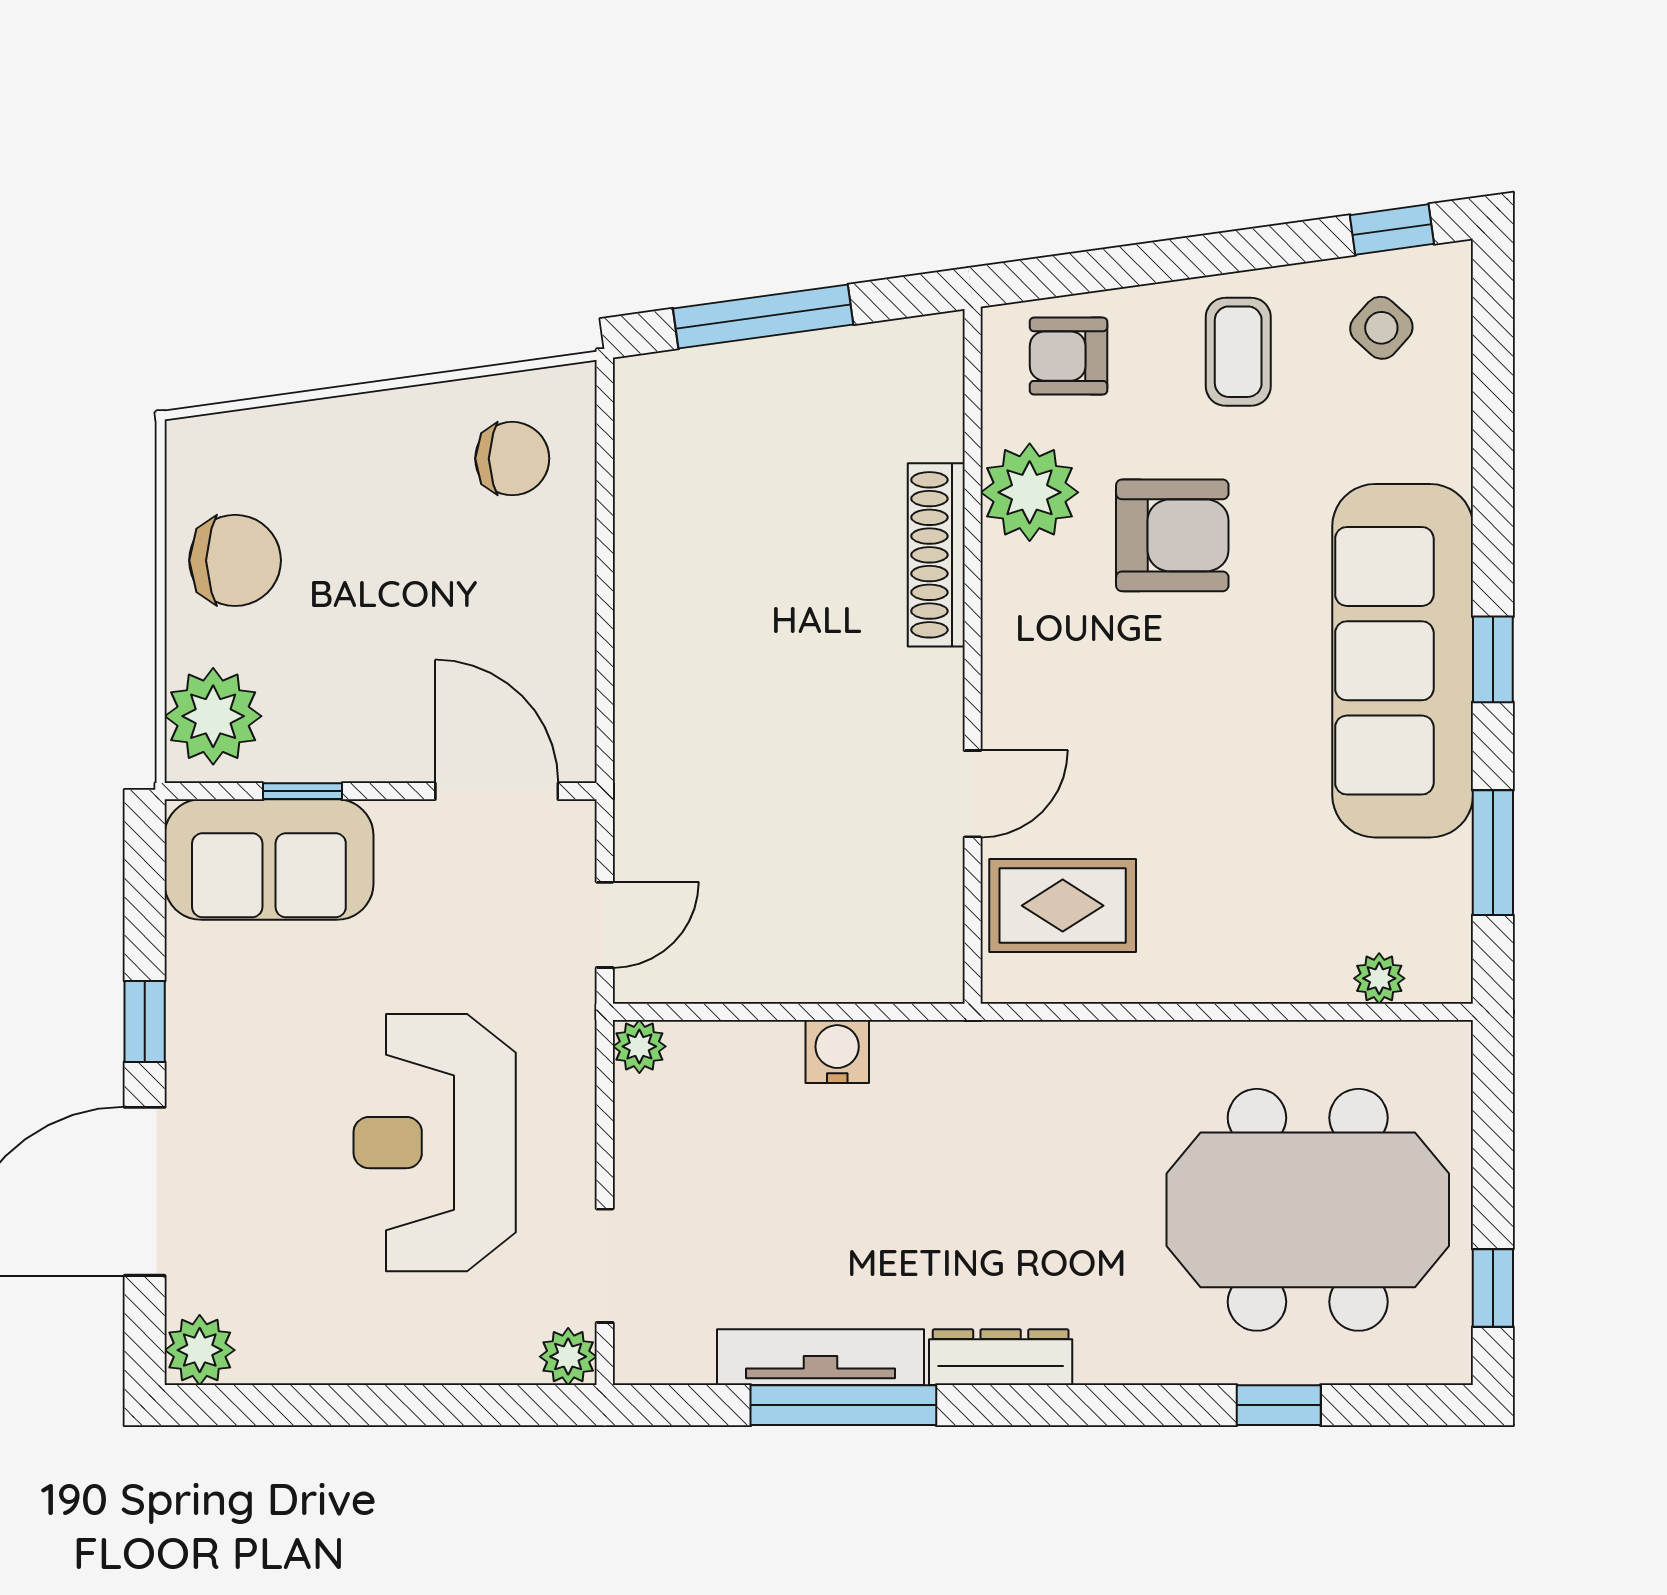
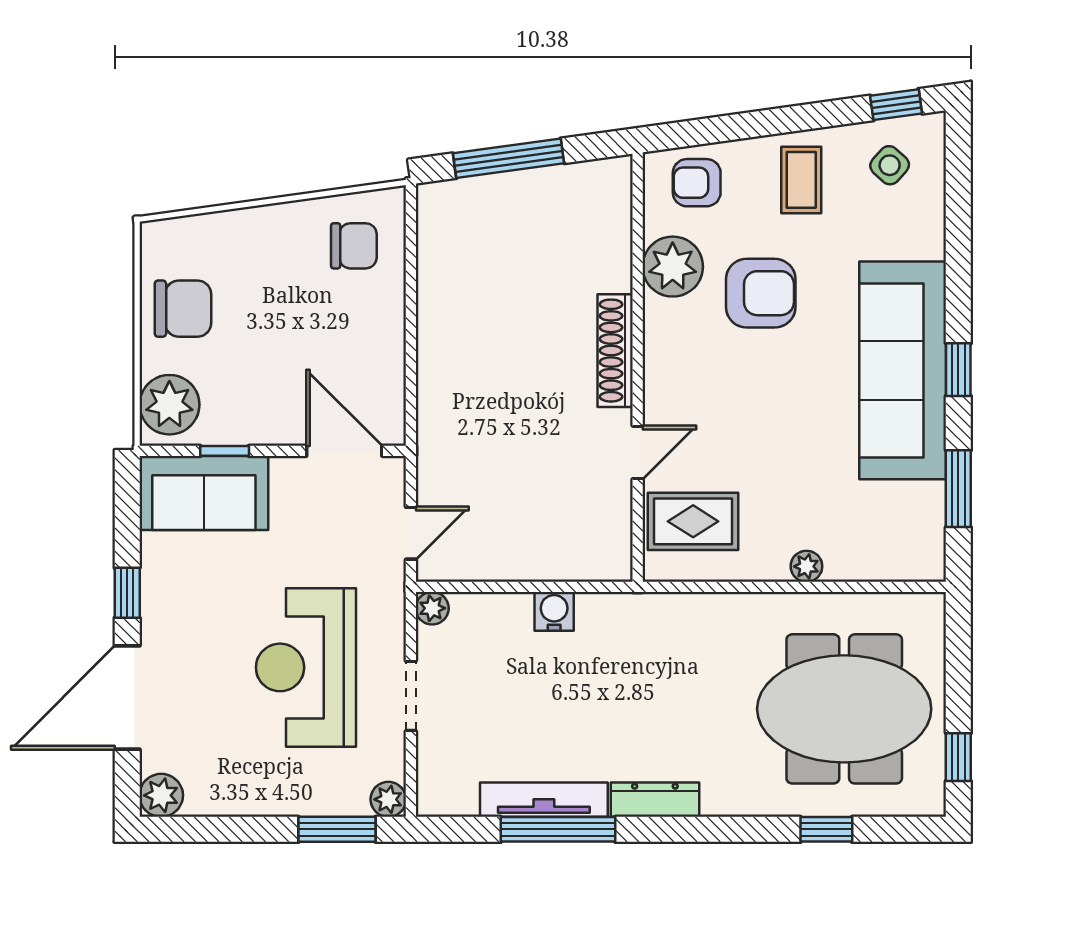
shoe rack: (936, 555) -> (615, 351), moved
plant: (1379, 978) -> (806, 566), moved
doorway: (605, 1266) -> (411, 696), moved
window: (485, 1405) -> (337, 829), added

